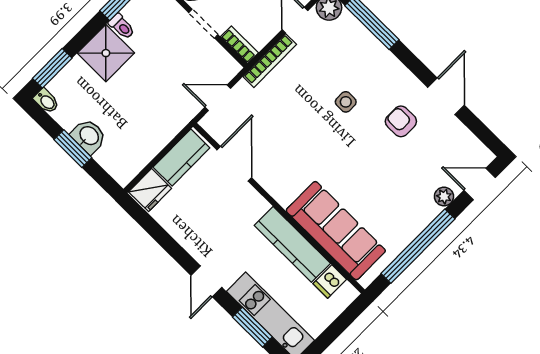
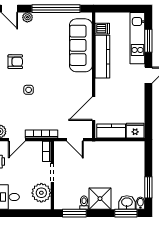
armchair: (401, 121) -> (15, 62), turned -90
washbasin: (89, 136) -> (127, 202), moved, turned 90
window: (73, 149) -> (148, 187), moved

